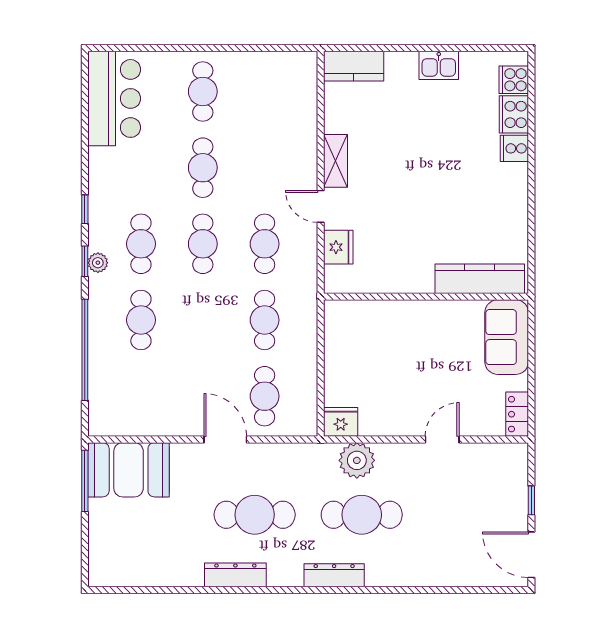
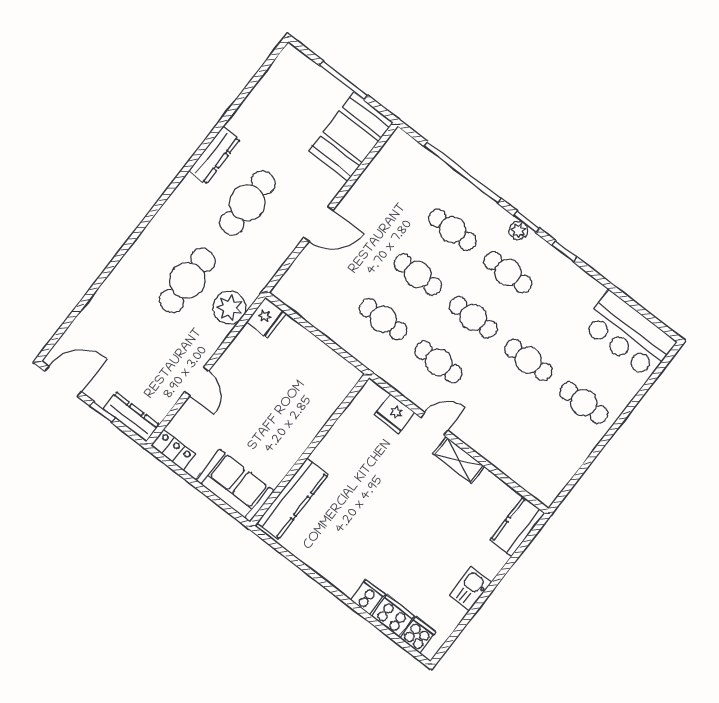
cafe table: (265, 396) -> (418, 275), moved
window: (85, 481) -> (343, 80), moved
dresser: (334, 575) -> (131, 417), moved, turned -90

